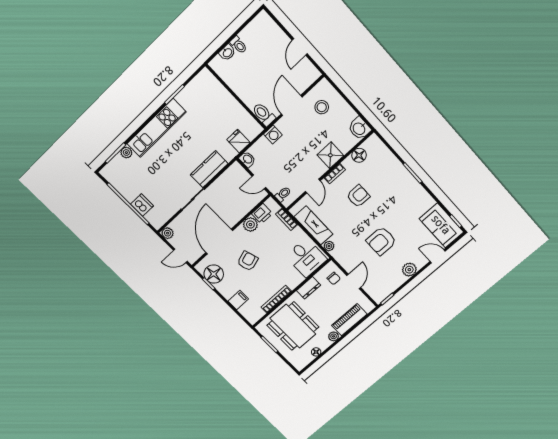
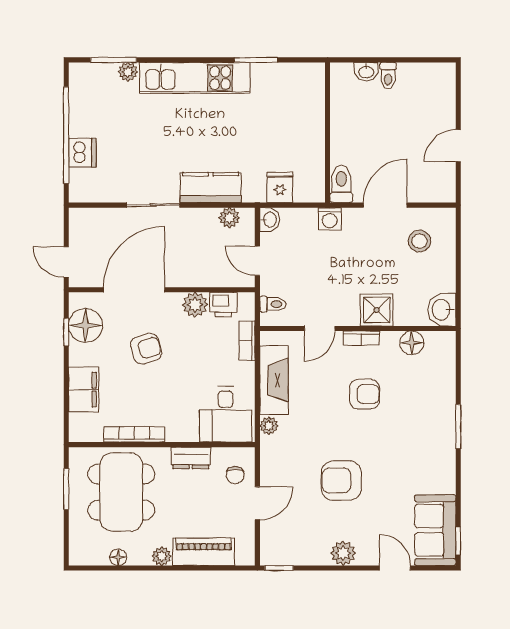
plant: (168, 233) -> (229, 218), moved
filing cabinet: (238, 300) -> (84, 390), width x2.00

